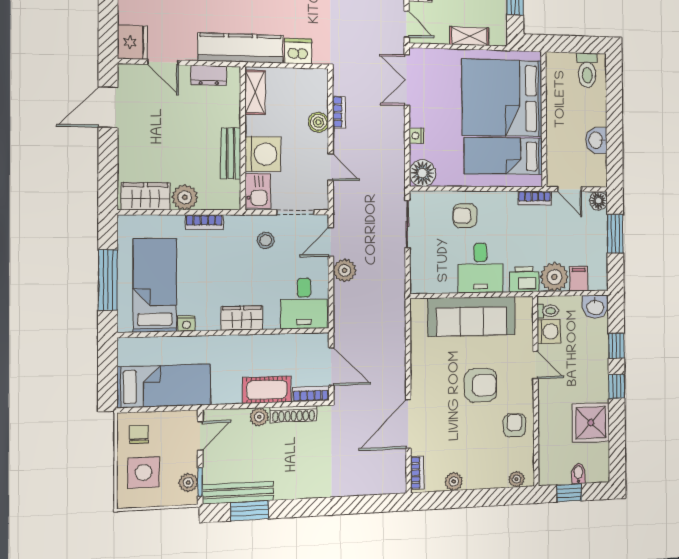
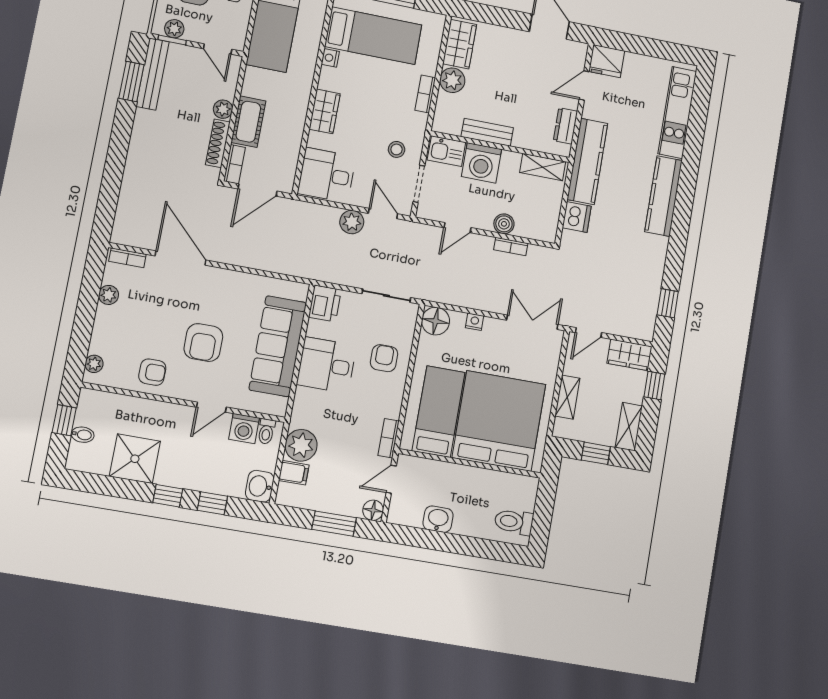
printer: (524, 279) -> (325, 303), moved

